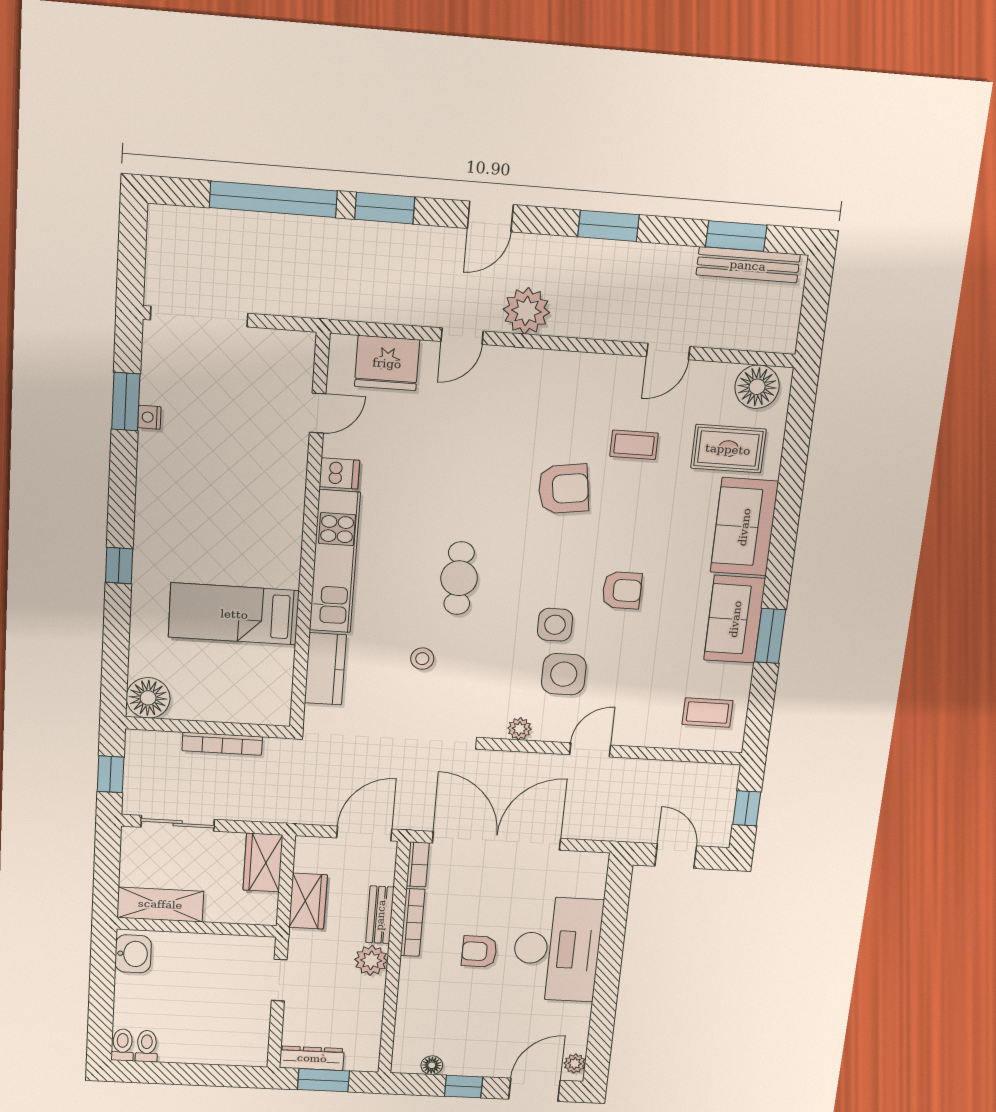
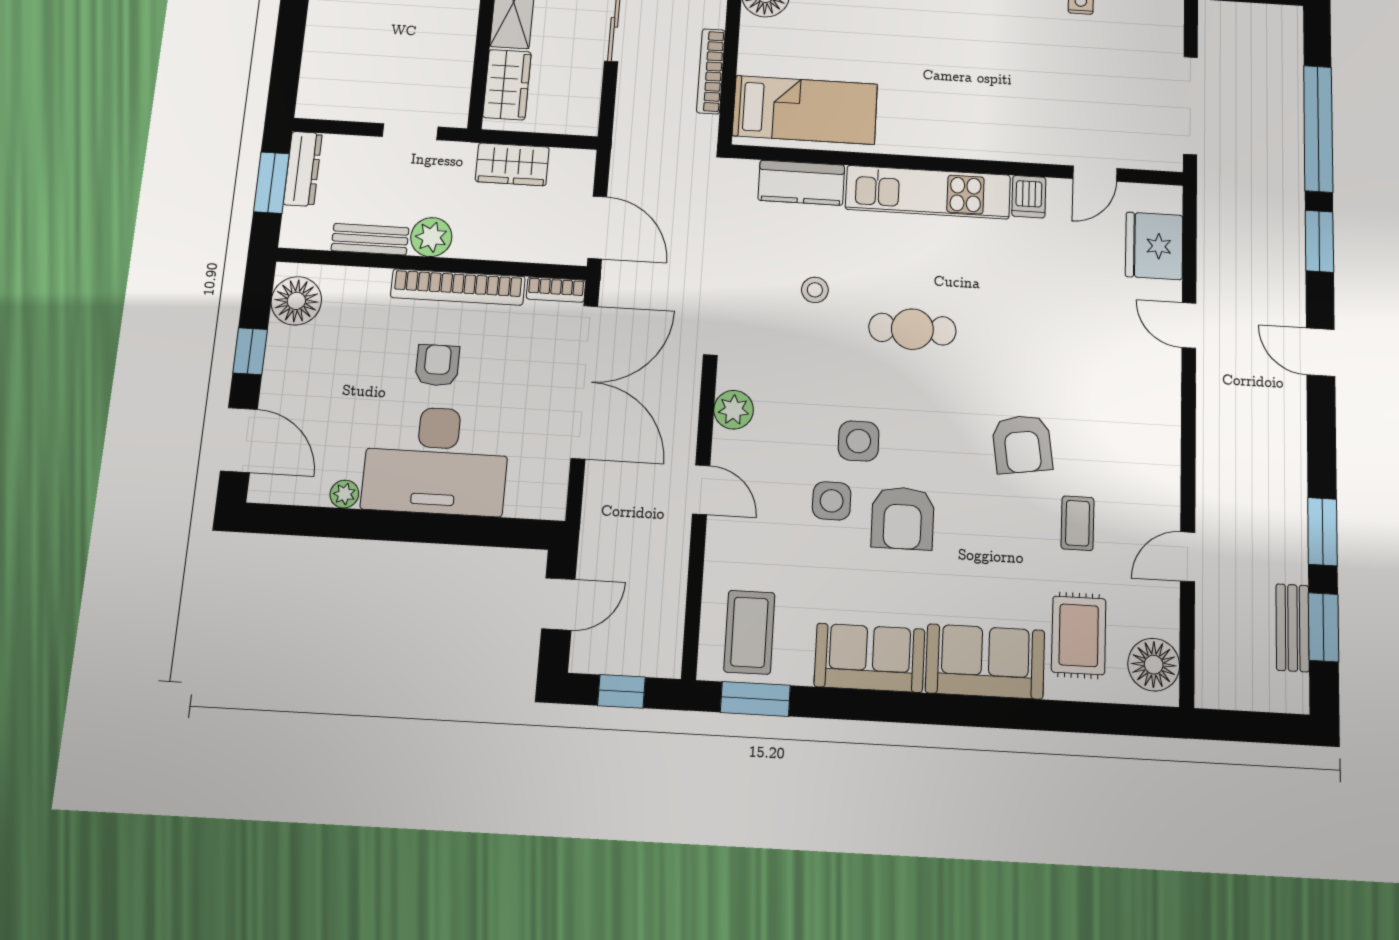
window: (608, 226) -> (1322, 532), moved
bench: (748, 265) -> (1293, 628), width x0.73
plant: (526, 311) -> (1222, 395), removed
doorway: (199, 317) -> (1190, 105), moved
door: (668, 352) -> (1188, 557), hinge flipped
door: (318, 413) -> (1095, 174), hinge flipped
armchair: (622, 590) -> (903, 518), width x1.38, depth x1.38
bed: (234, 614) -> (805, 110), moved, turned 90
window: (770, 636) -> (755, 699), moved
side table: (564, 674) -> (832, 501), moved, width x0.73, depth x0.73
coffee table: (708, 713) -> (749, 632), width x1.36, depth x1.30
plant: (519, 729) -> (734, 410), width x1.38, depth x1.38
wardrobe: (263, 862) -> (507, 85), moved, turned 90
bench: (380, 915) -> (370, 239), moved
bookcase: (413, 922) -> (458, 287), width x1.48, depth x1.31
plant: (575, 1063) -> (344, 494), moved
floor lamp: (432, 1065) -> (296, 301), width x1.89, depth x1.89

